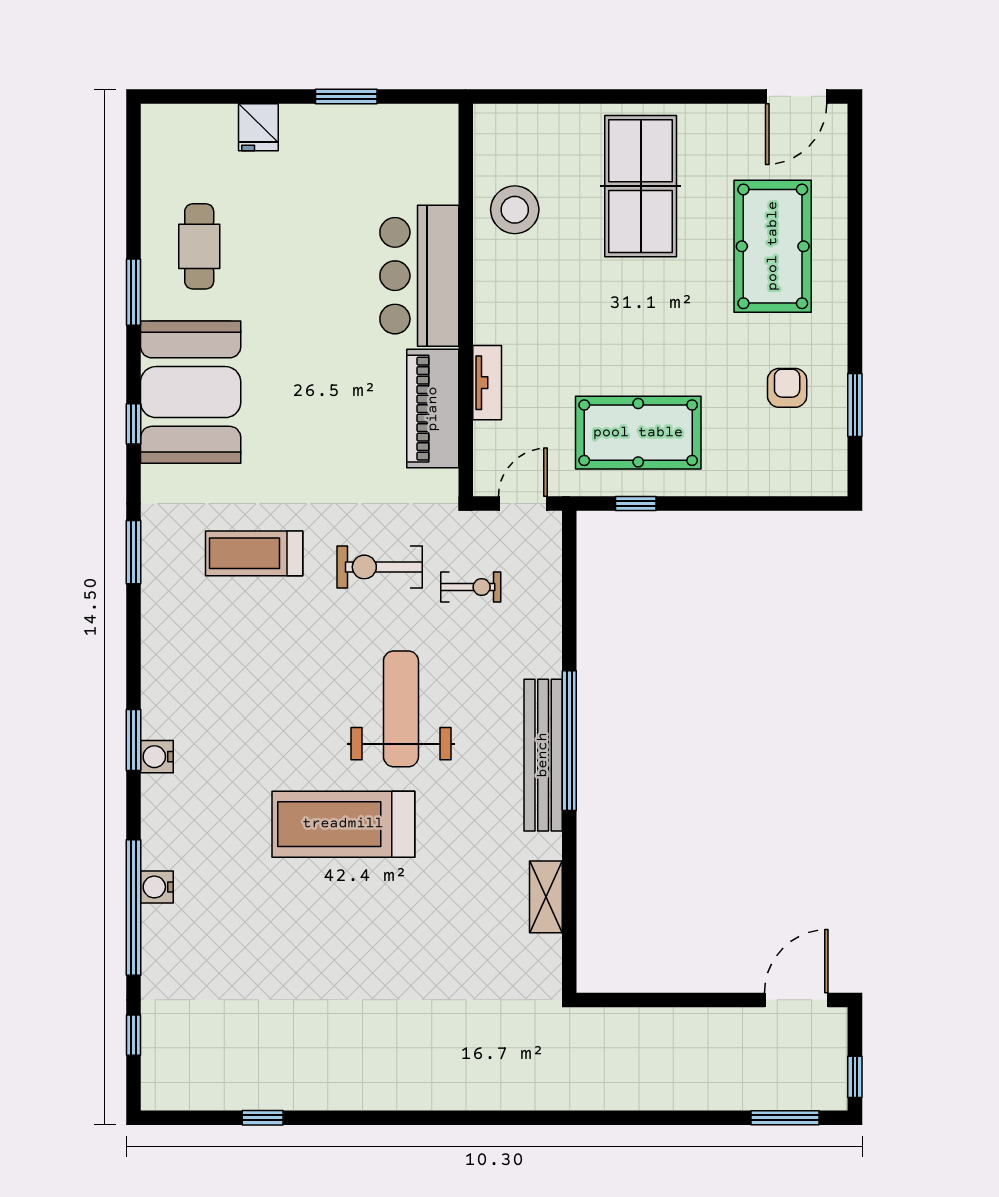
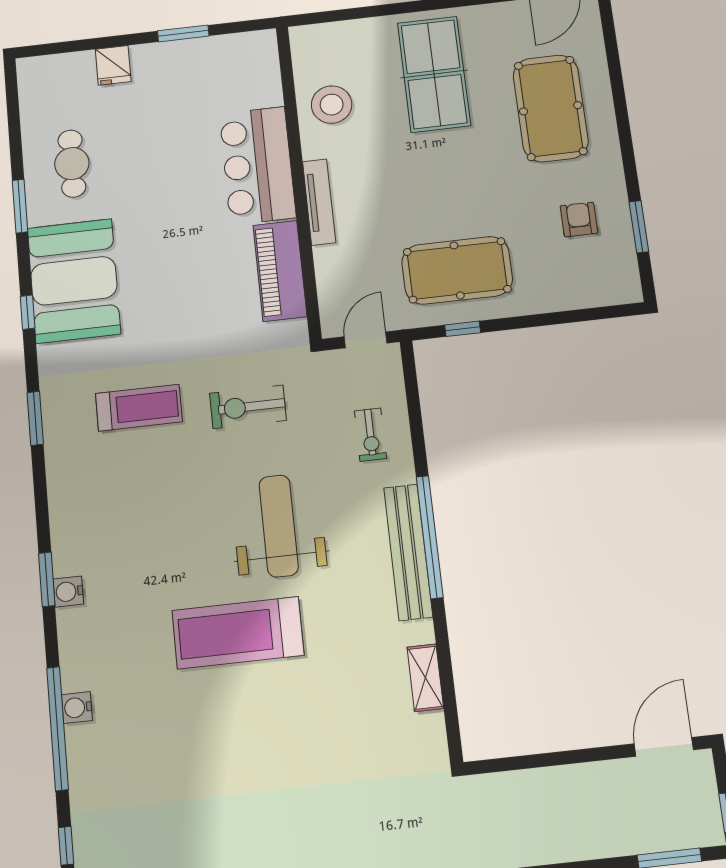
tv unit: (487, 383) -> (319, 202), moved, width x1.41
treadmill: (254, 553) -> (139, 408), turned 180
exercise bike: (471, 587) -> (370, 435), moved, turned 90

